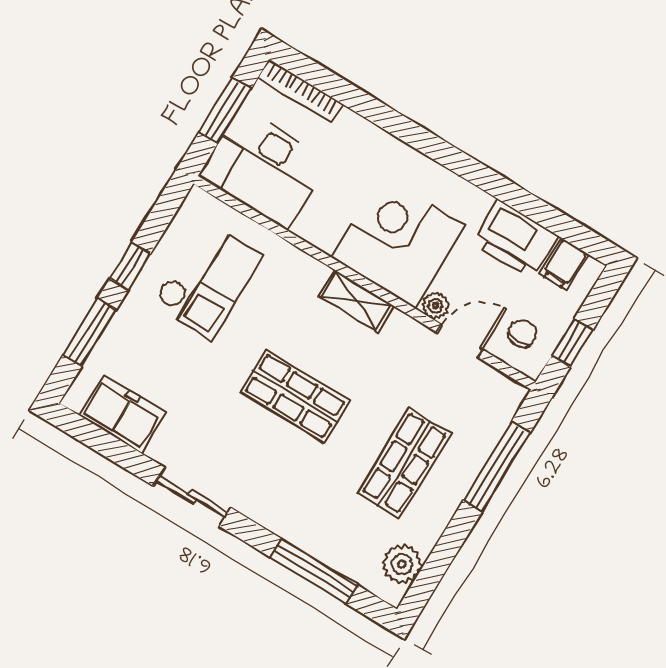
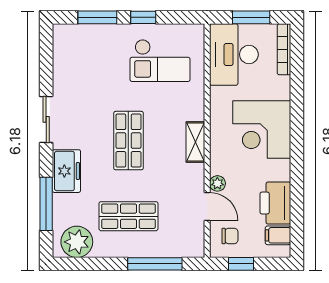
corner desk: (399, 241) -> (262, 130), moved, turned 180
freezer: (122, 414) -> (66, 171), moved
plant: (402, 564) -> (77, 242), width x1.36, depth x1.36

